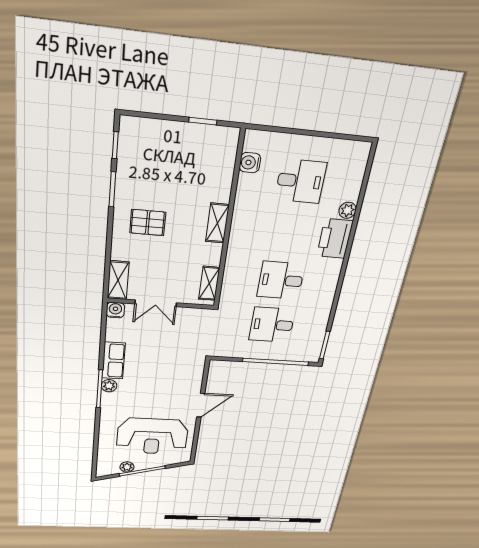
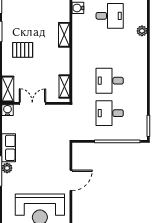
shelving: (217, 223) -> (64, 35), moved
printer: (335, 239) -> (138, 50), removed
double door: (156, 303) -> (32, 103), swing flipped

